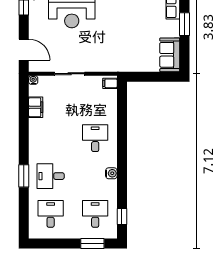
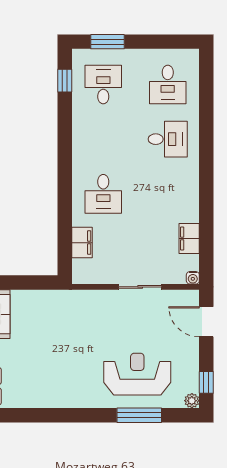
filing cabinet: (110, 83) -> (82, 243), moved, width x2.00
water cooler: (111, 173) -> (80, 143), removed
window: (24, 176) -> (206, 139), removed
desk: (95, 214) -> (103, 84), turned 180

